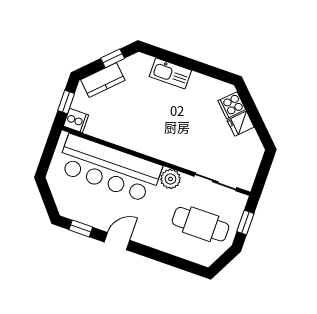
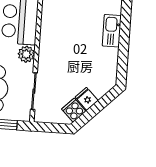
cooker: (232, 105) -> (74, 110), moved

